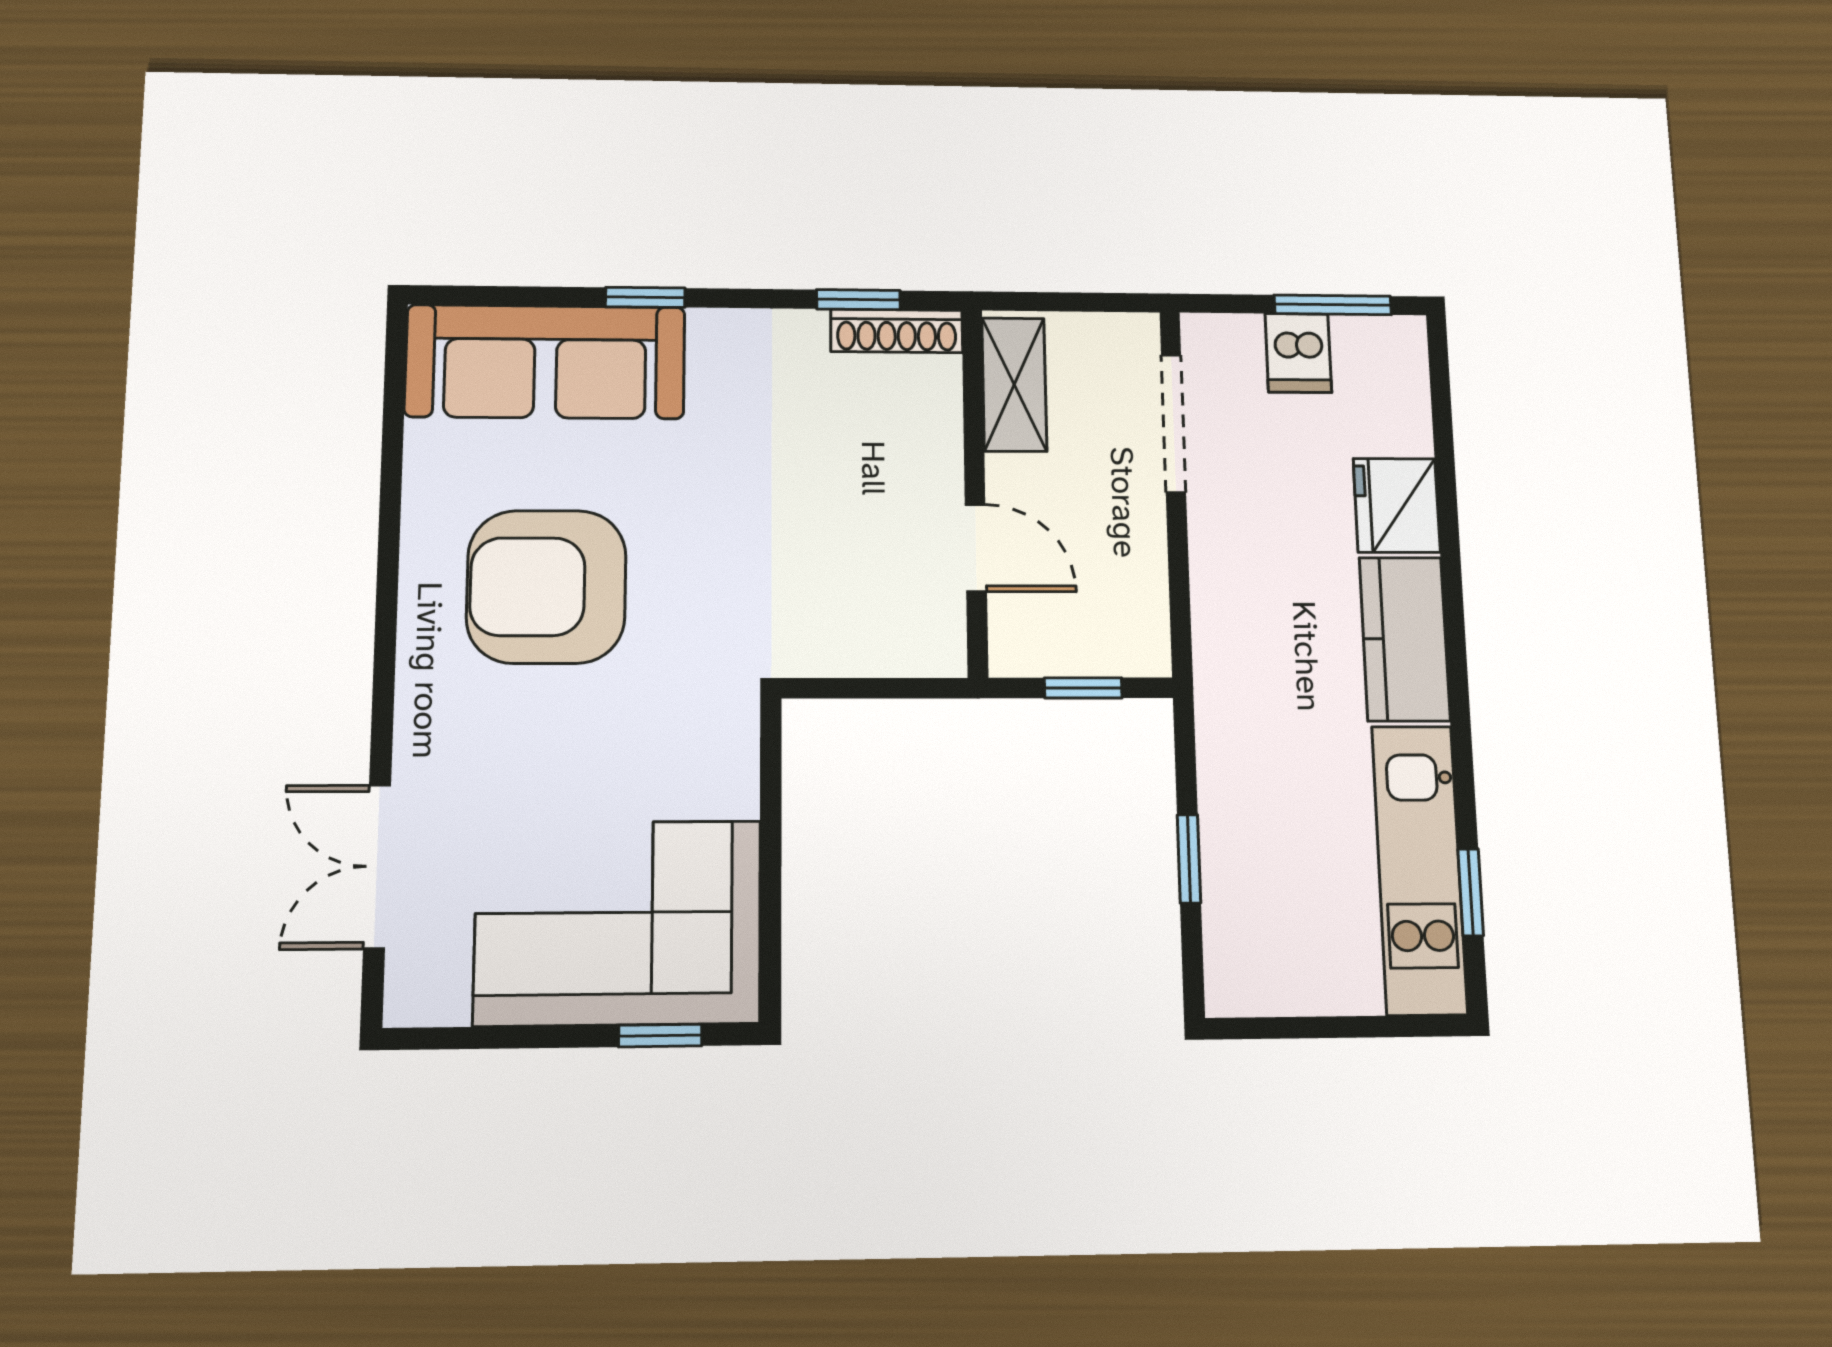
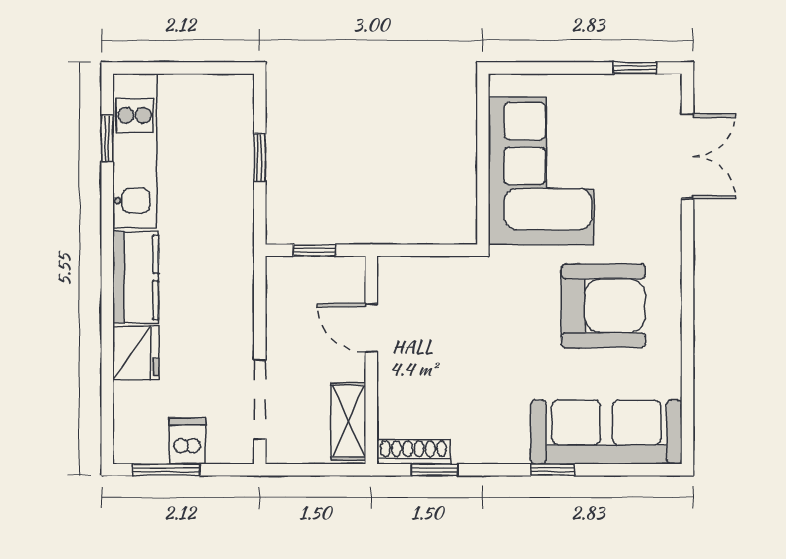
corner sofa: (618, 923) -> (541, 171), moved, turned -90
window: (660, 1036) -> (635, 68), moved

